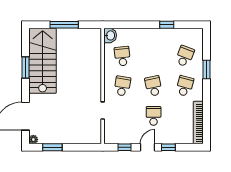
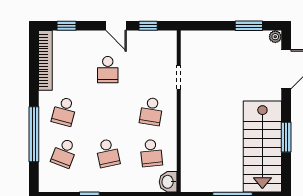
window: (206, 70) -> (34, 134), width x2.11
school desk: (154, 86) -> (108, 153), moved
door: (148, 147) -> (116, 26), hinge flipped
window: (168, 147) -> (67, 26), moved

